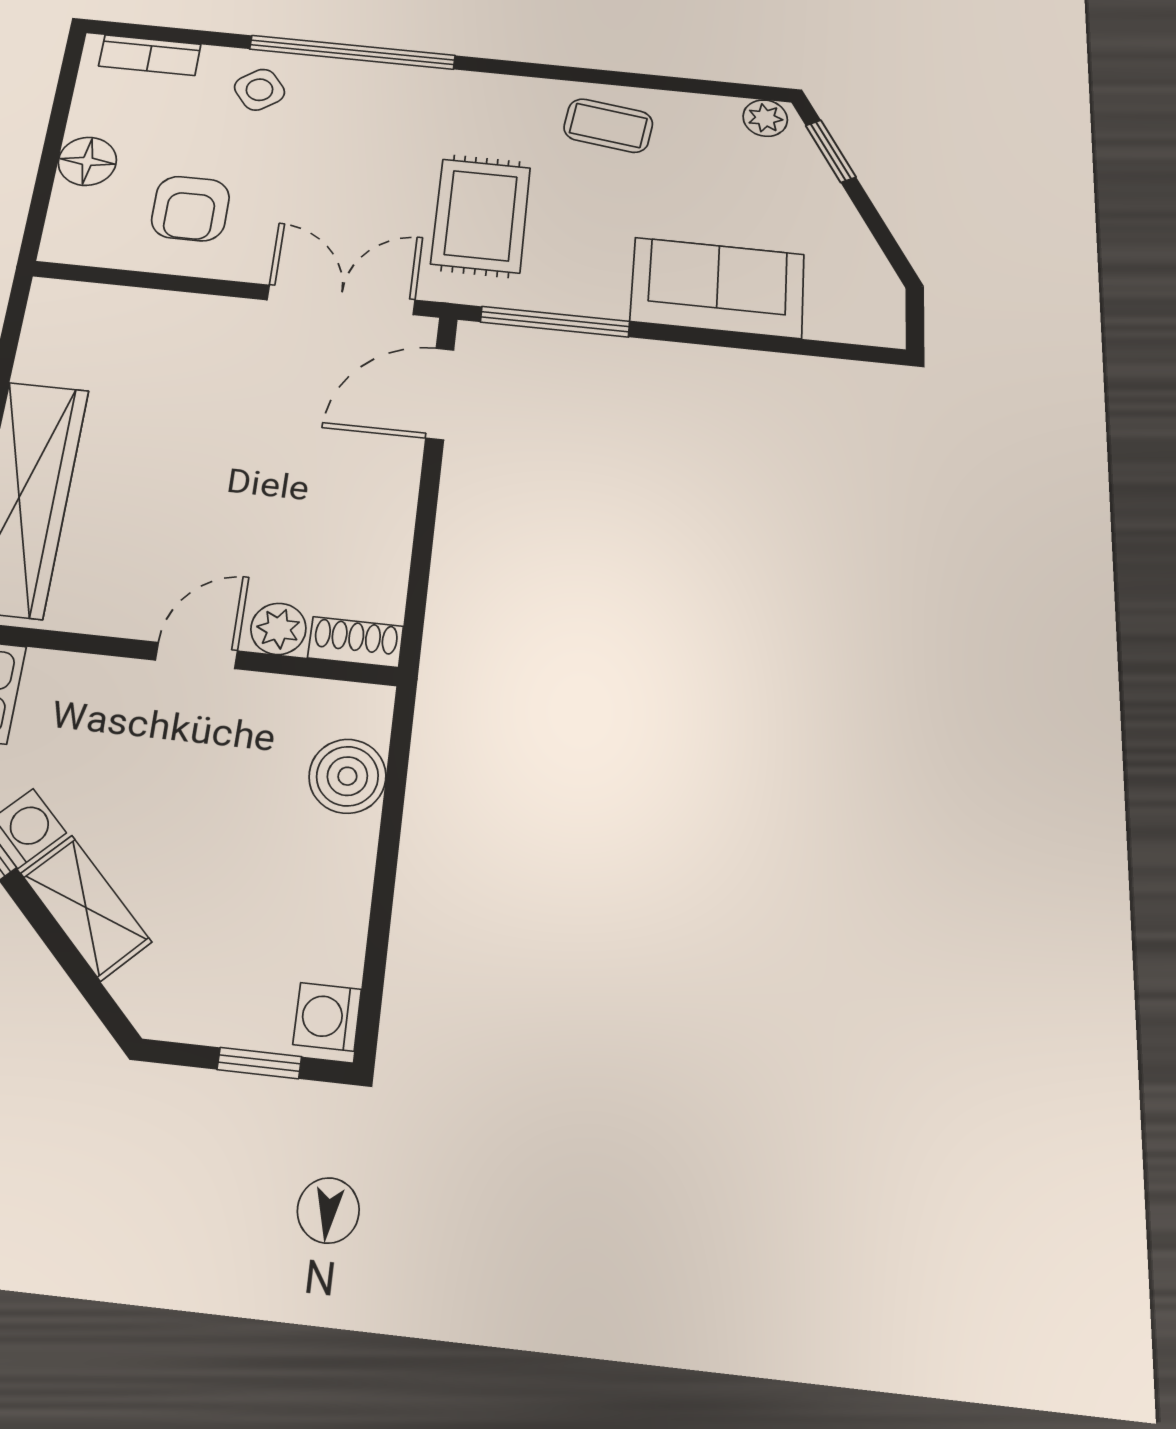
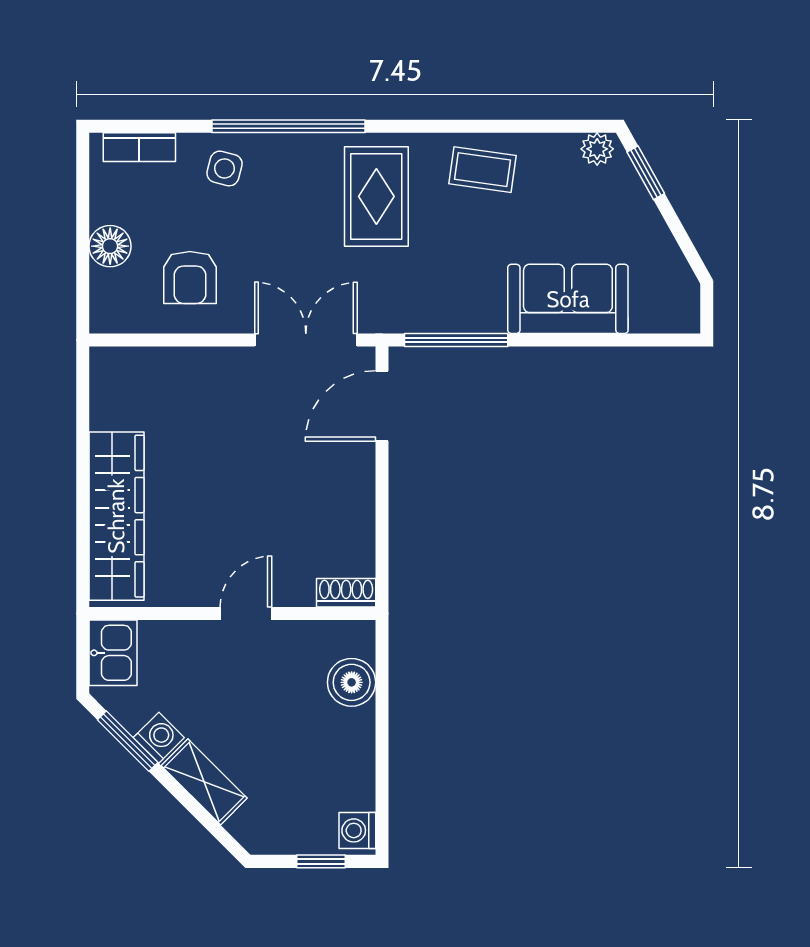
side table: (260, 90) -> (225, 168), turned -38
rug: (481, 216) -> (376, 196), moved
plant: (278, 629) -> (296, 589), removed

